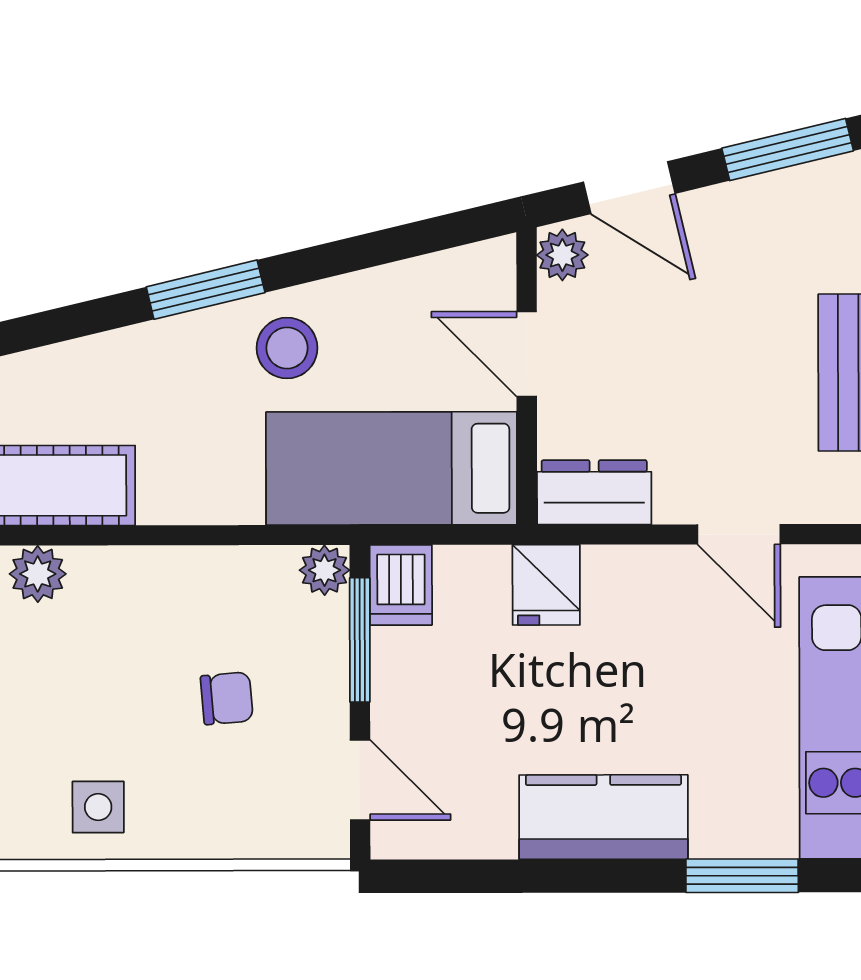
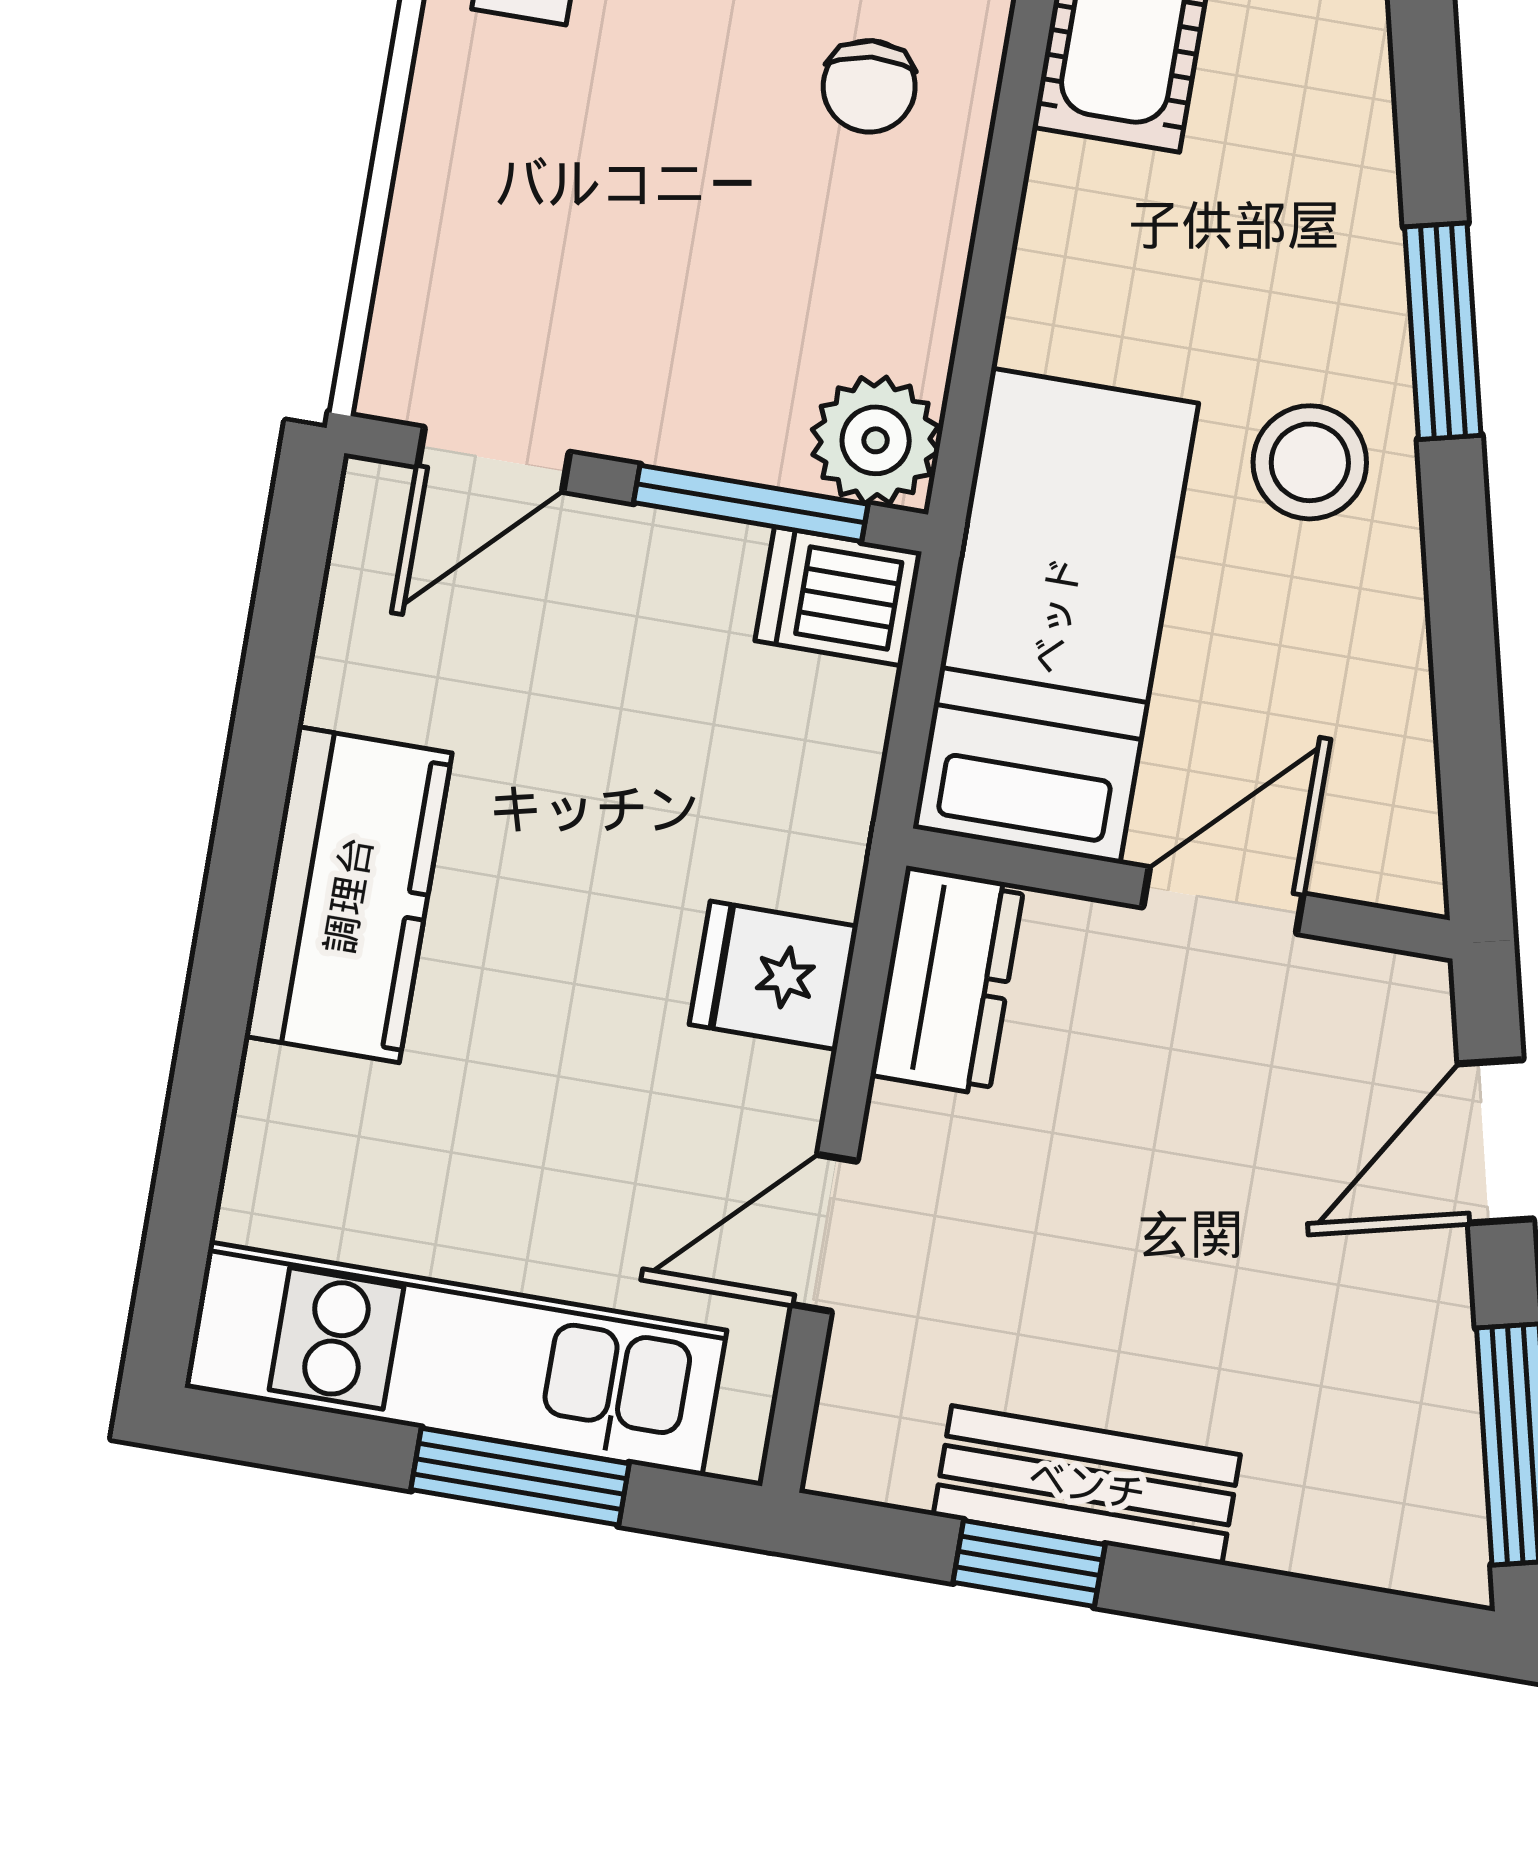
plant: (562, 255) -> (1393, 997), removed
plant: (324, 570) -> (876, 440), width x1.38, depth x1.38
fridge: (546, 585) -> (774, 975), moved
chair: (227, 698) -> (869, 86), moved
window: (742, 876) -> (196, 1130), removed

